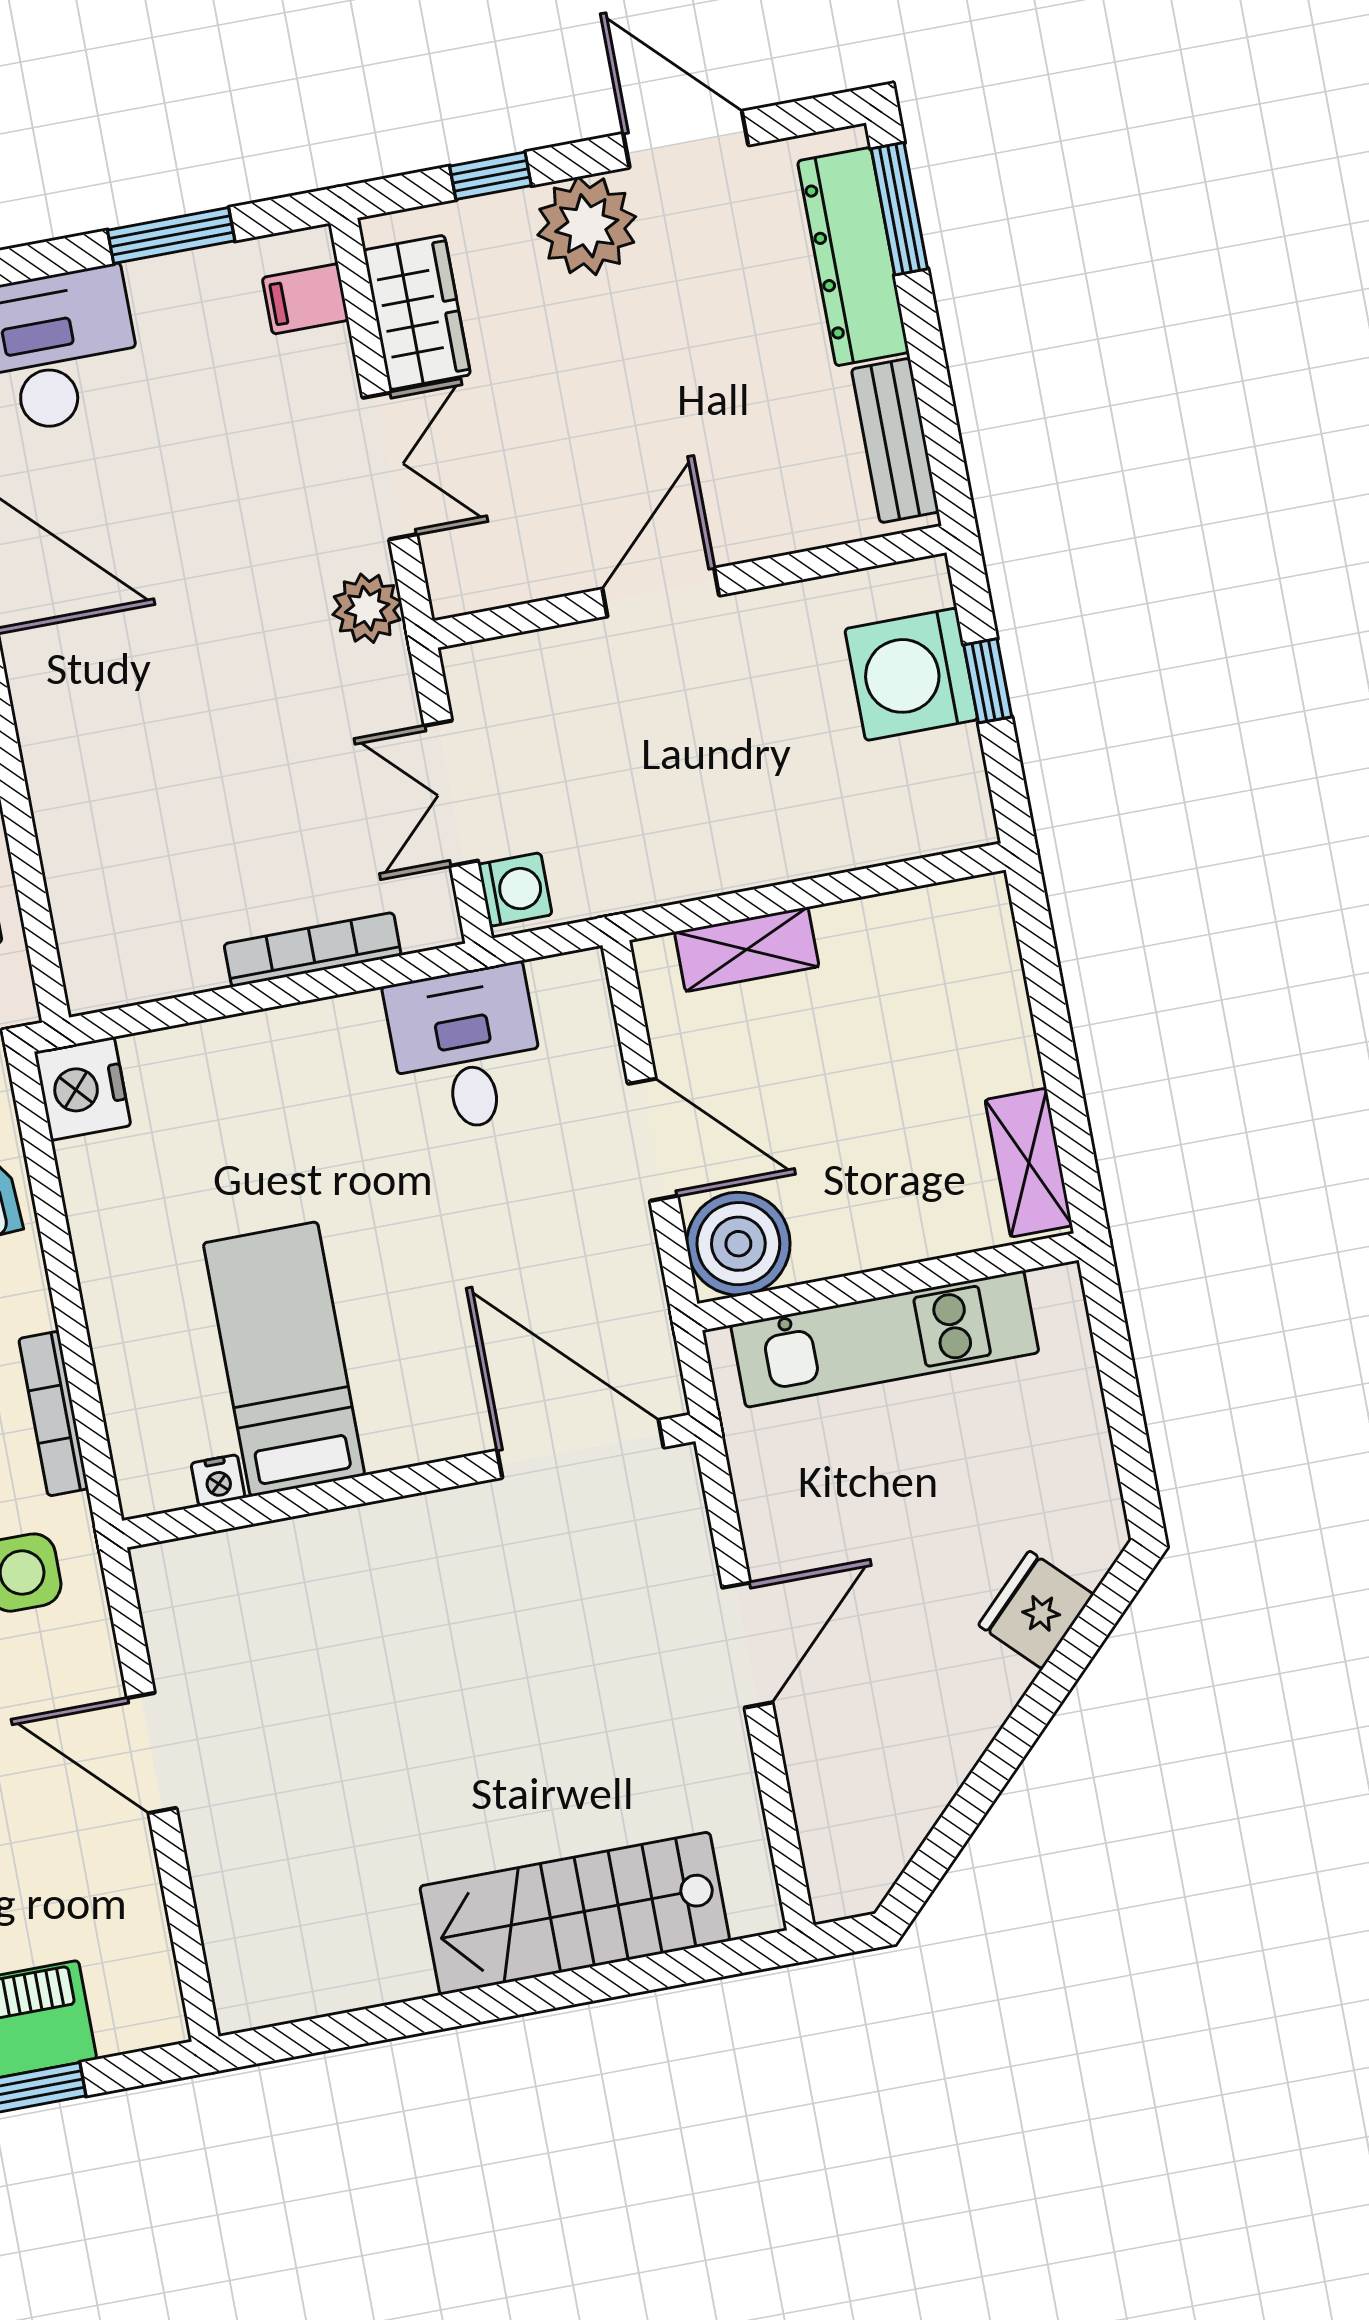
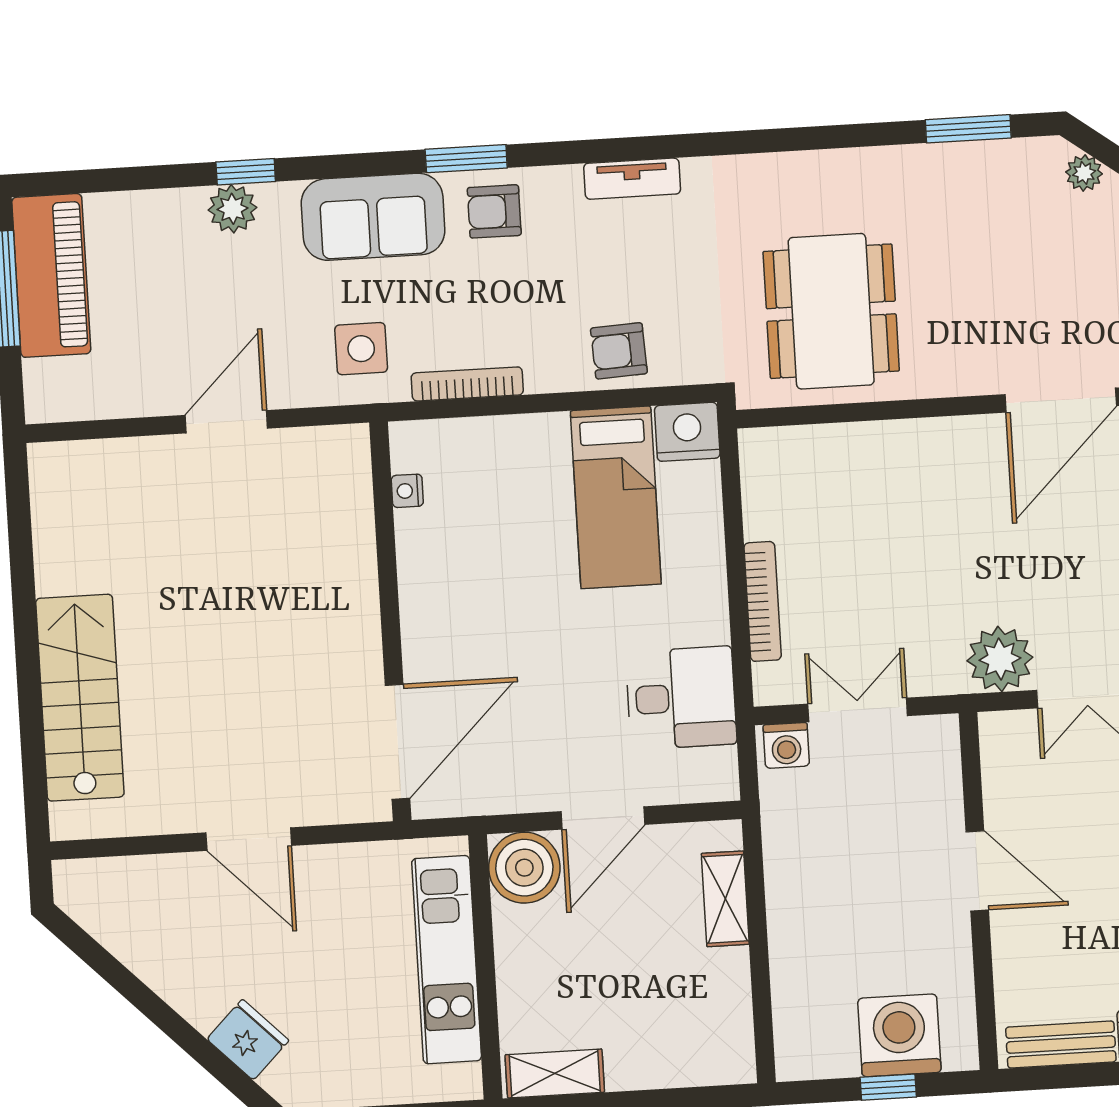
plant: (367, 608) -> (1000, 659), width x1.36, depth x1.36
bed: (284, 1359) -> (616, 497), moved, turned 90

